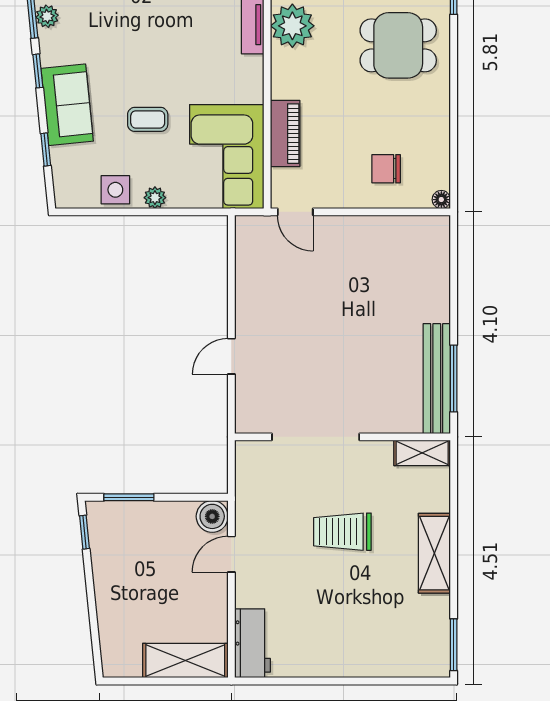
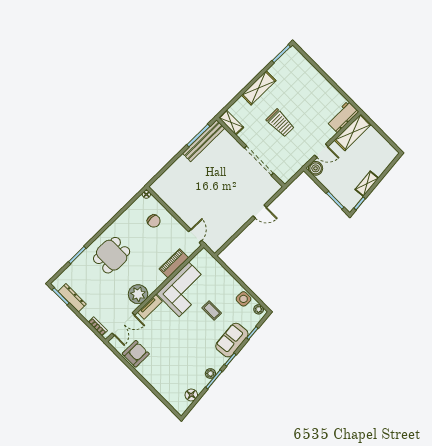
dining table: (398, 45) -> (112, 255), turned 90
corner sofa: (227, 157) -> (184, 289), moved
plant: (155, 198) -> (259, 309), moved
shelving: (105, 575) -> (367, 184), added
shelving: (185, 661) -> (353, 132), moved, turned 90

